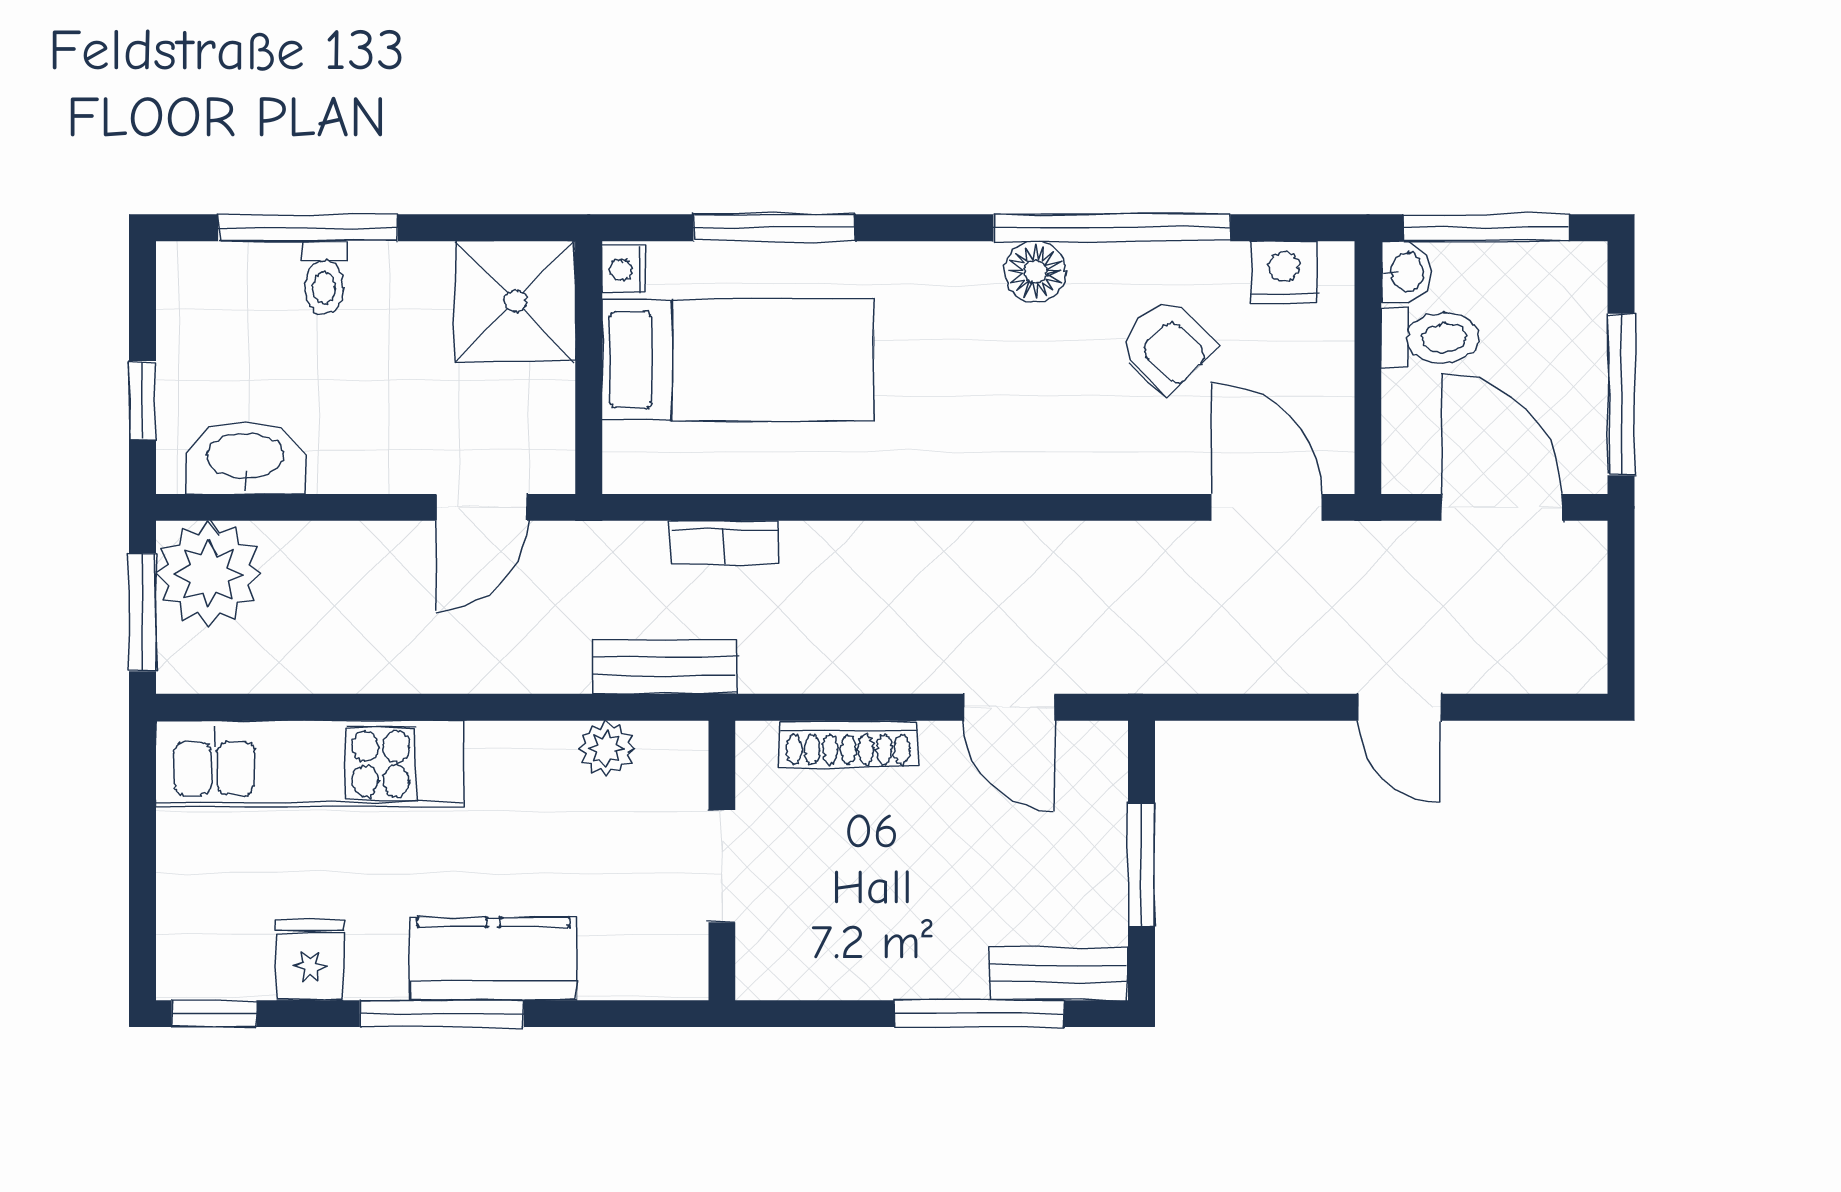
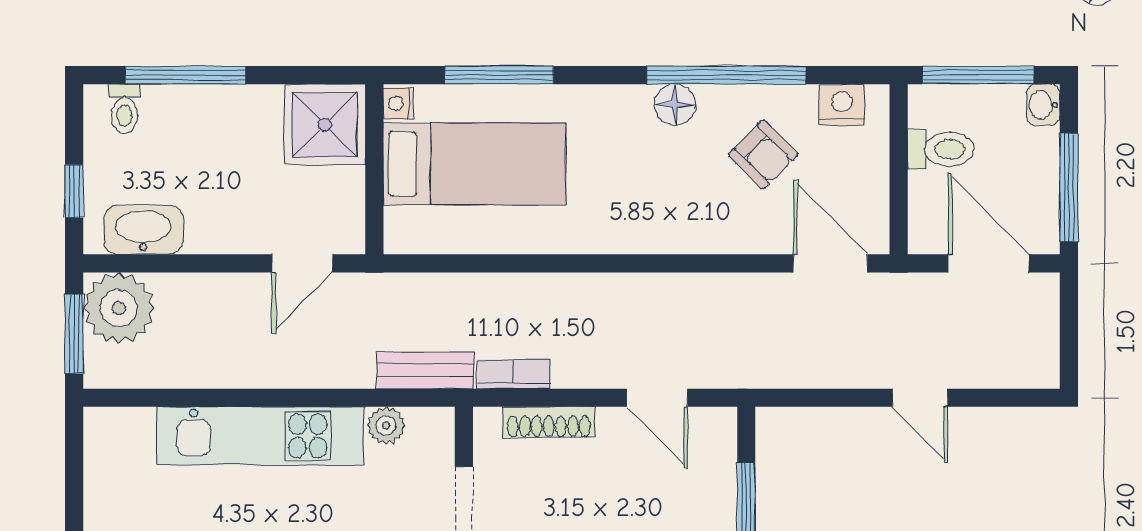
washbasin: (1406, 272) -> (1043, 105), moved, turned 180
toilet: (324, 278) -> (125, 109), moved
bookcase: (724, 542) -> (514, 374), moved, turned 180
kitchen unit: (310, 764) -> (260, 436), moved

